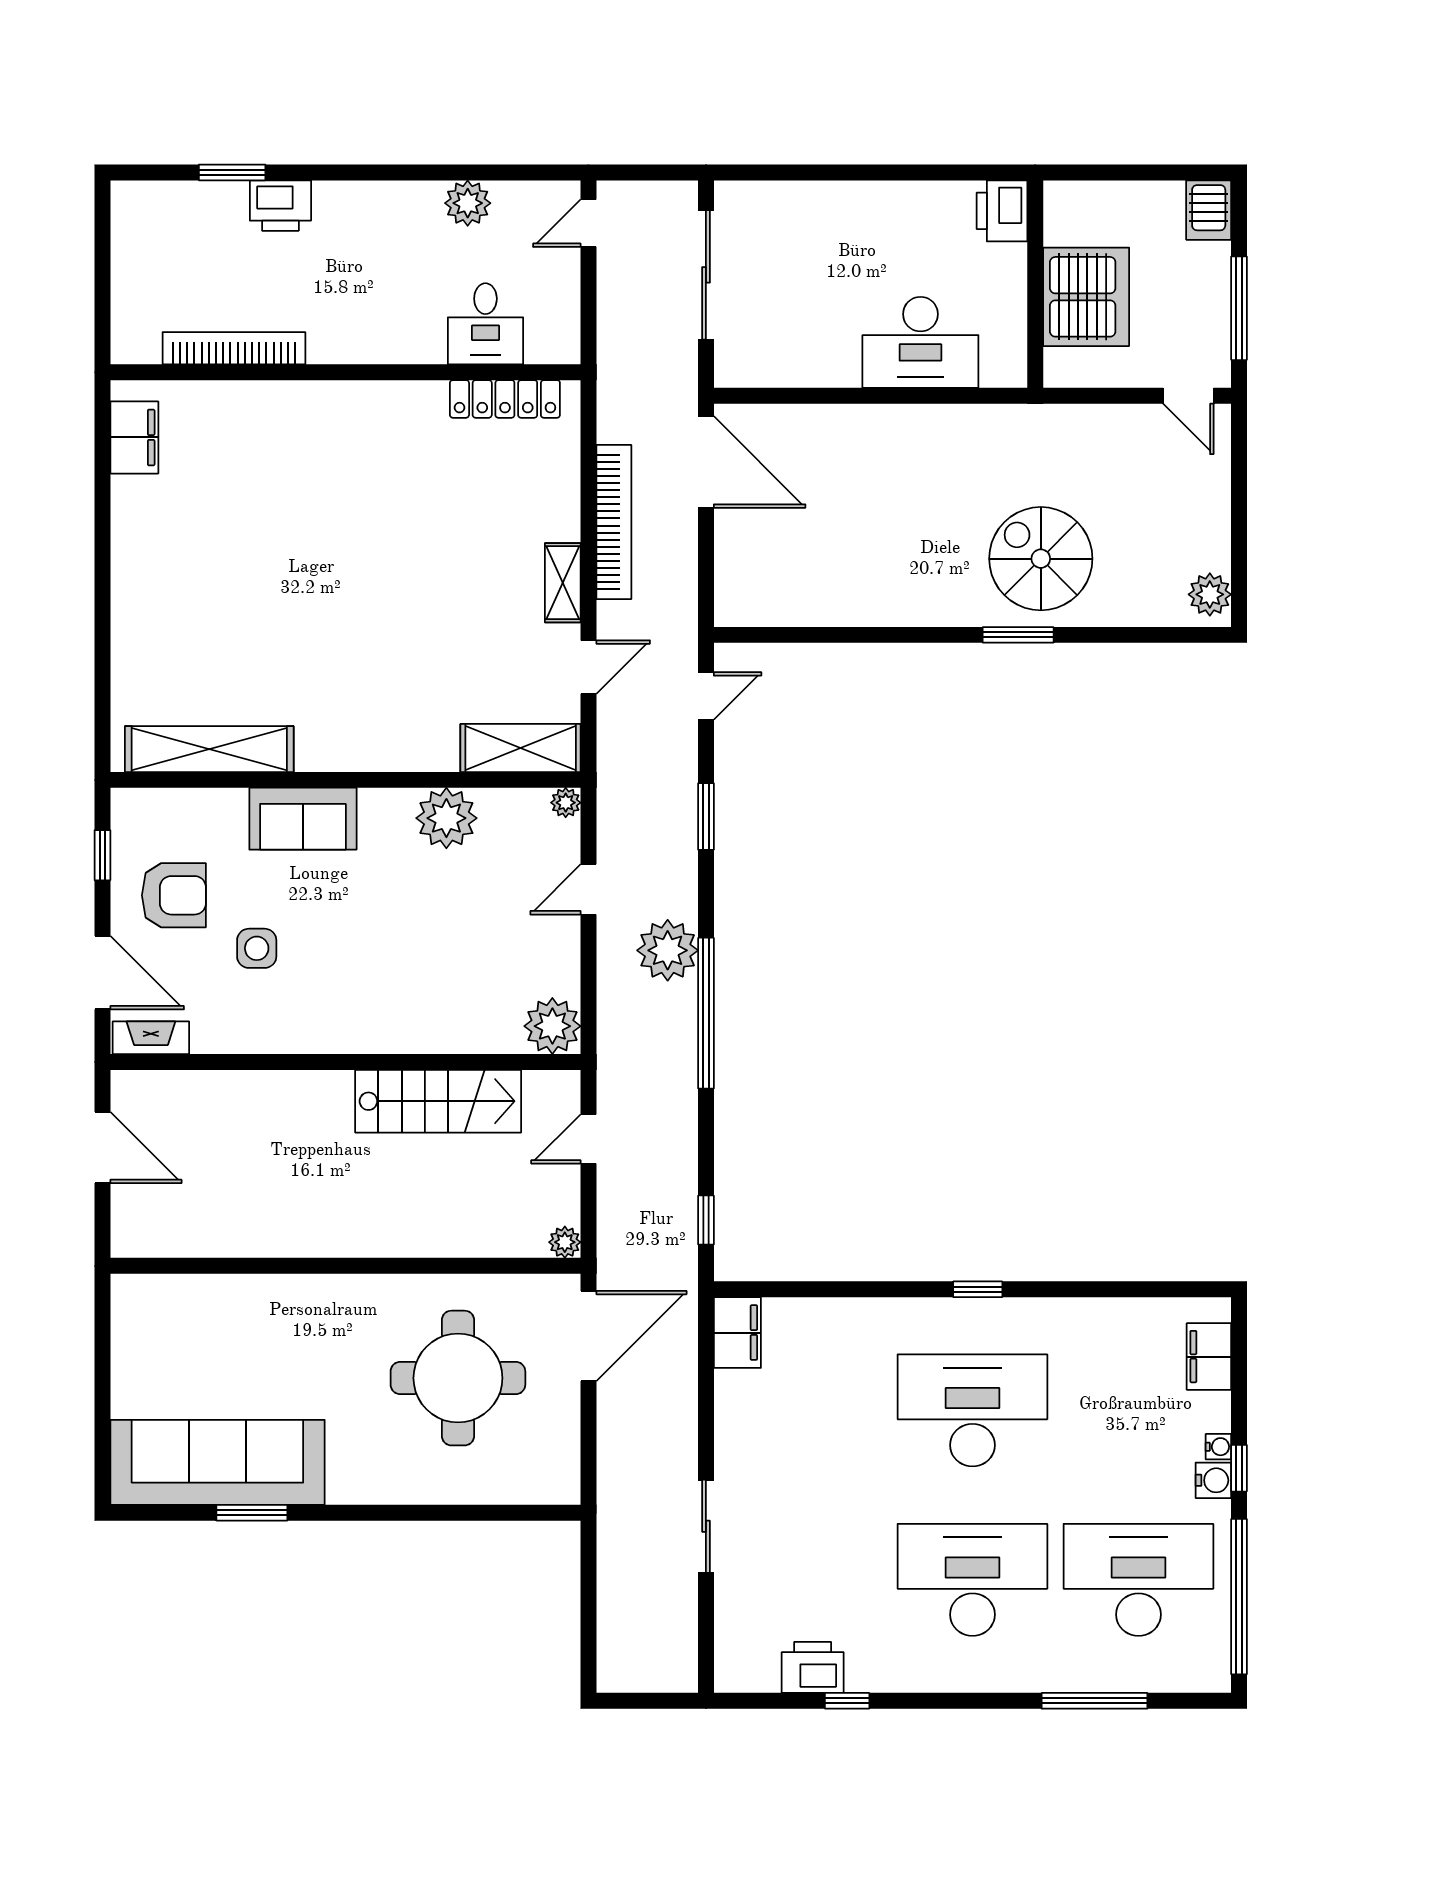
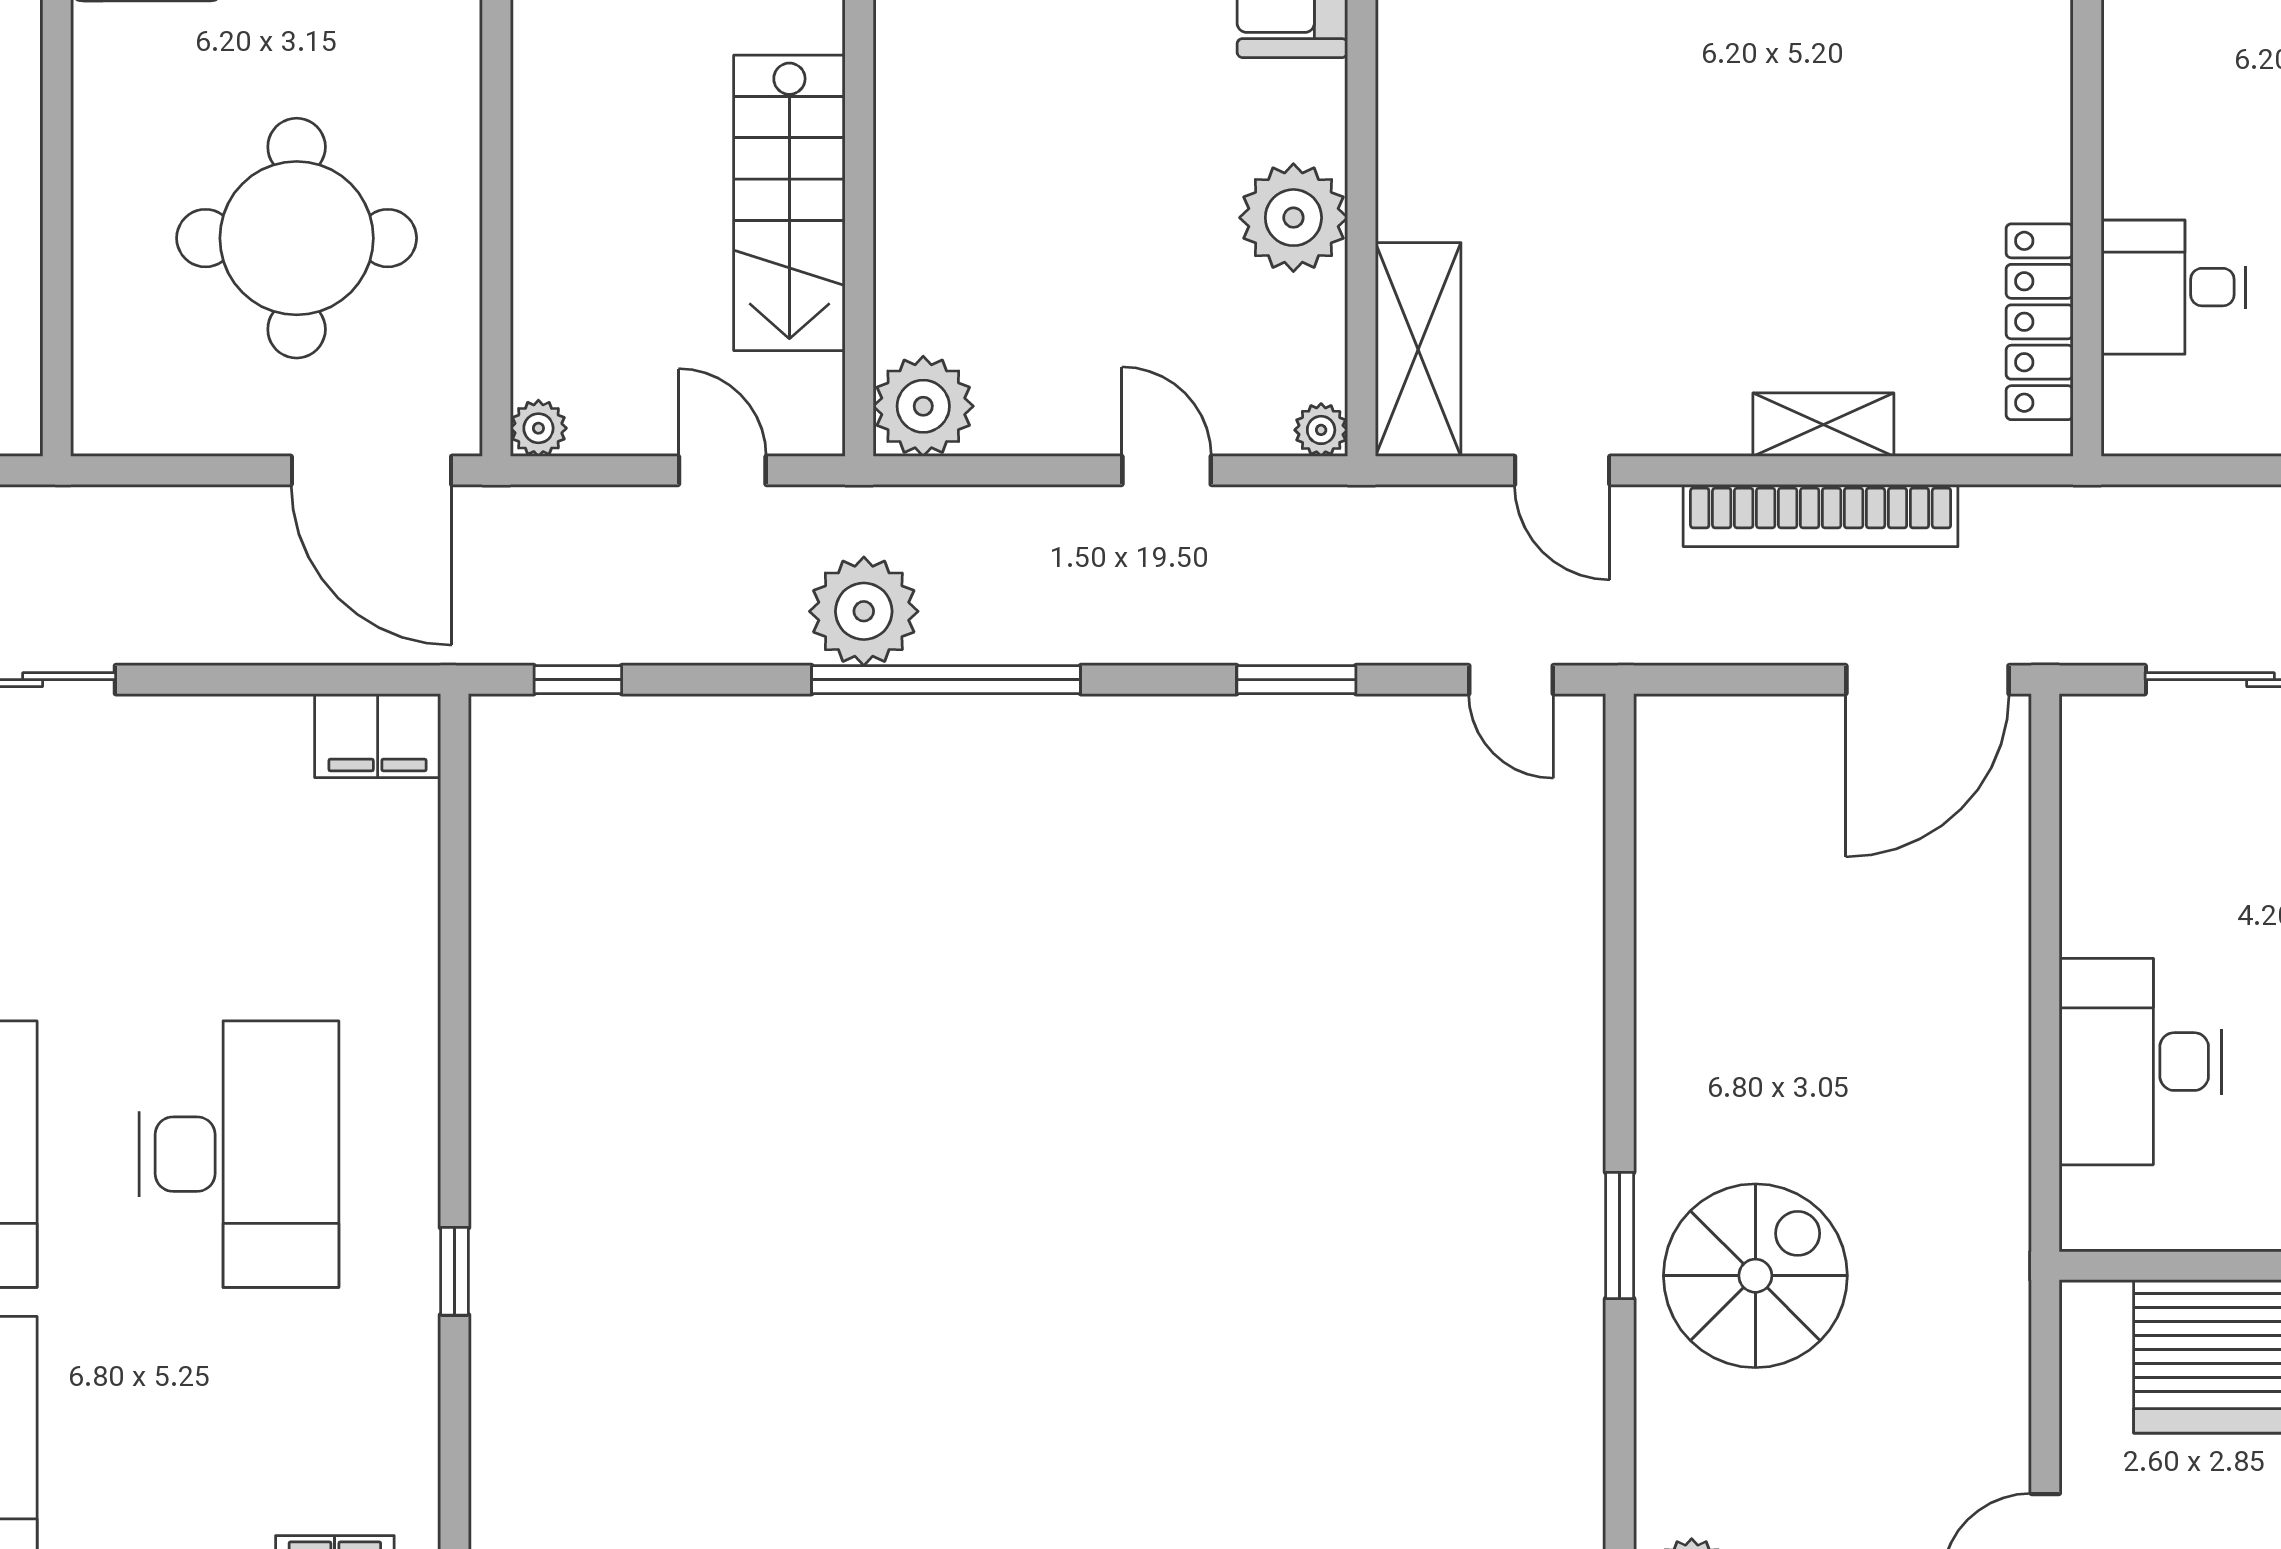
shelving: (563, 583) -> (1823, 425), moved
plant: (668, 950) -> (864, 611), moved
window: (978, 1289) -> (454, 1271), moved

